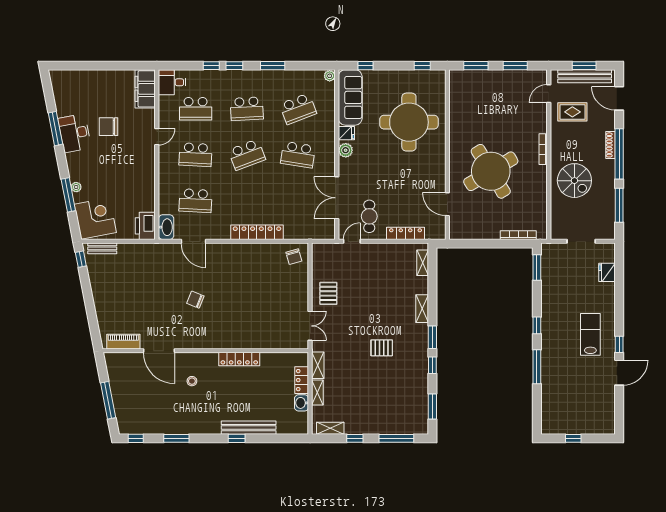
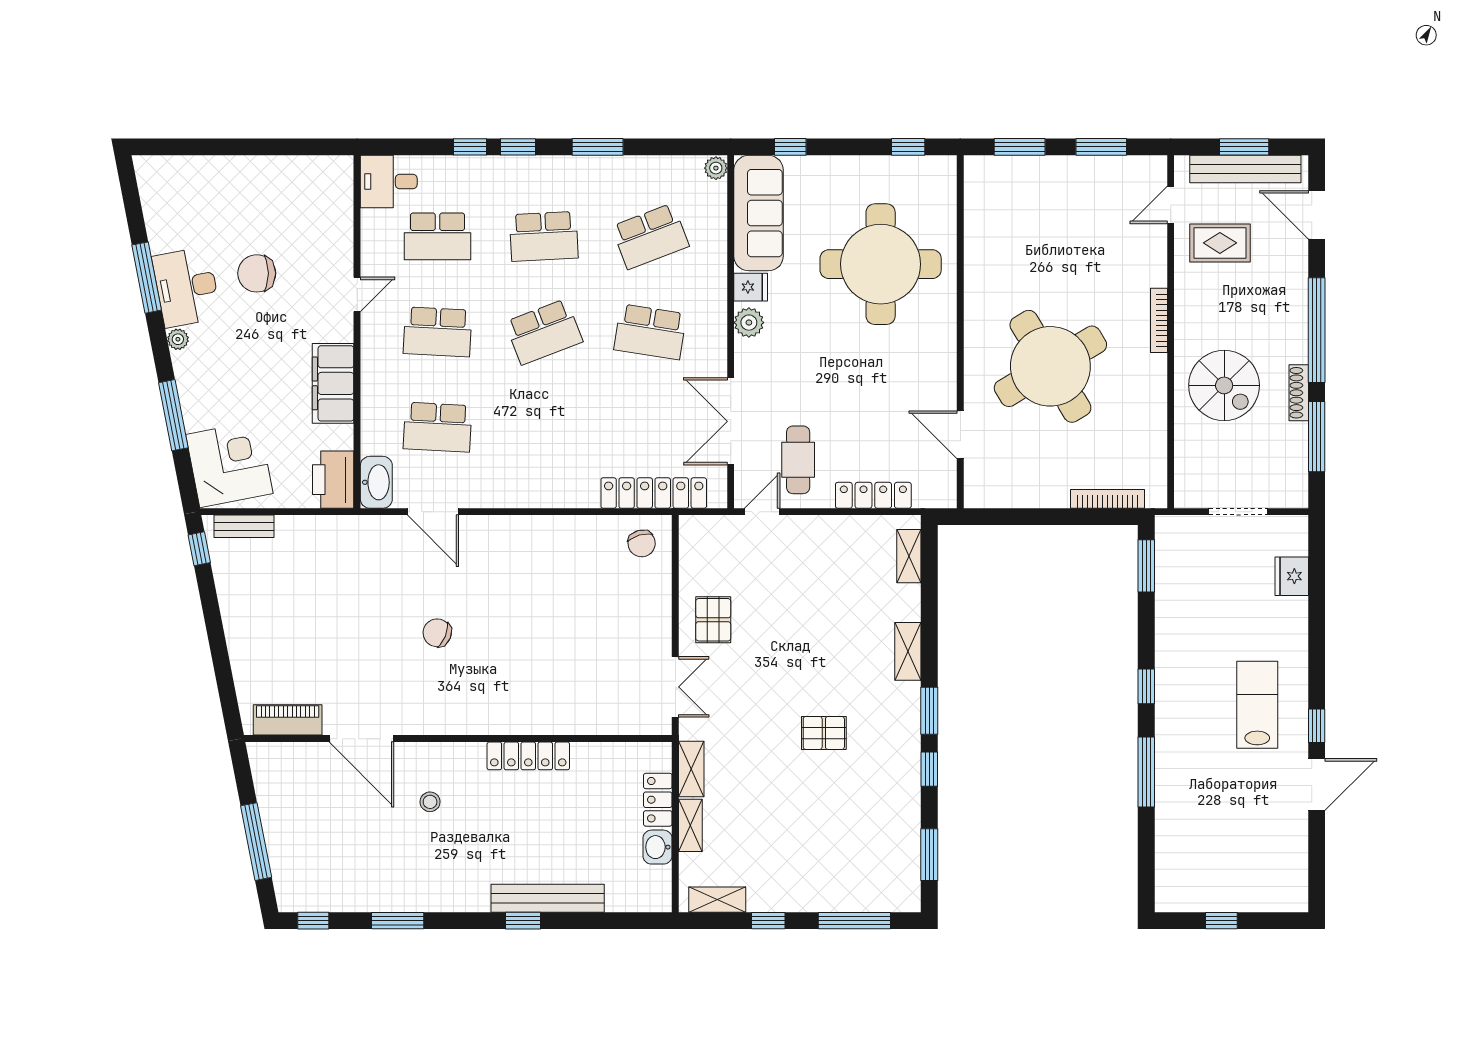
filing cabinet: (145, 89) -> (333, 383), moved
shoe rack: (610, 145) -> (1299, 393), moved
plant: (76, 187) -> (178, 339), moved
locker: (257, 232) -> (654, 493), moved

